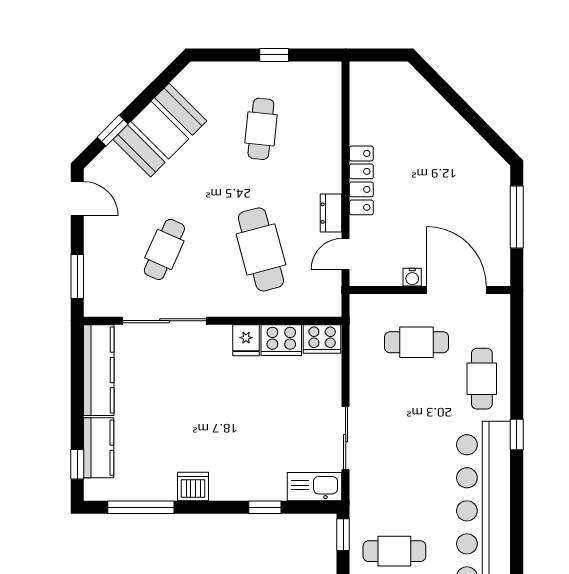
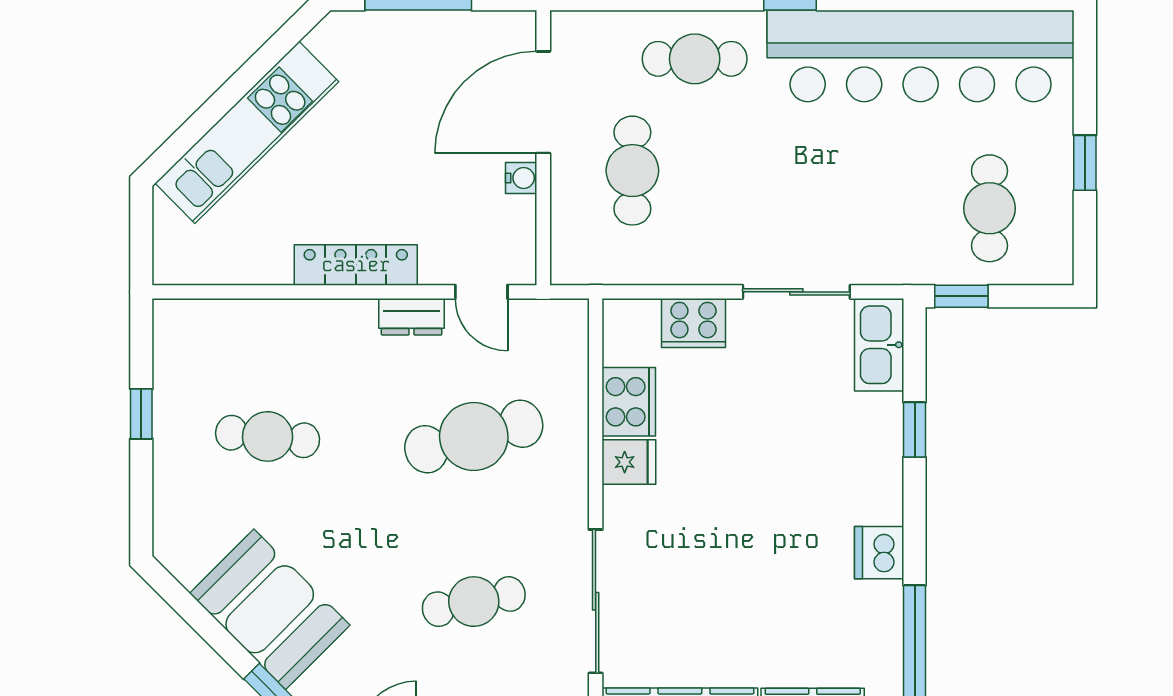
kitchen unit: (439, 117) -> (247, 132), added
cafe table: (164, 249) -> (474, 602), turned -36
cooker: (322, 339) -> (693, 323), moved, turned 90

